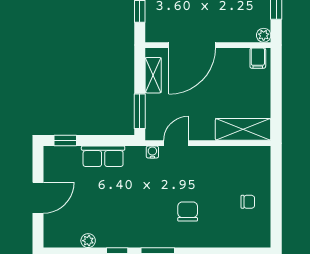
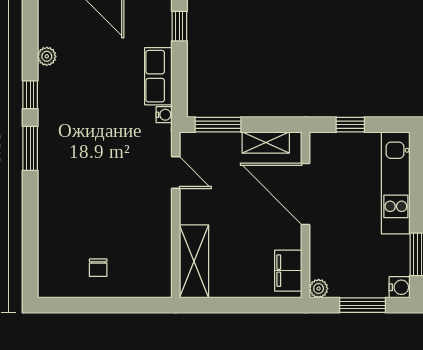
filing cabinet: (258, 58) -> (288, 271), width x2.00
water cooler: (152, 152) -> (164, 115), moved
chair: (188, 212) -> (85, 188), removed

